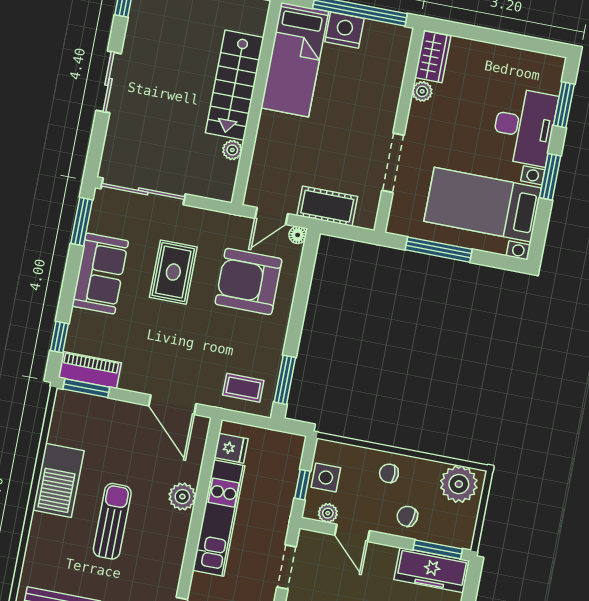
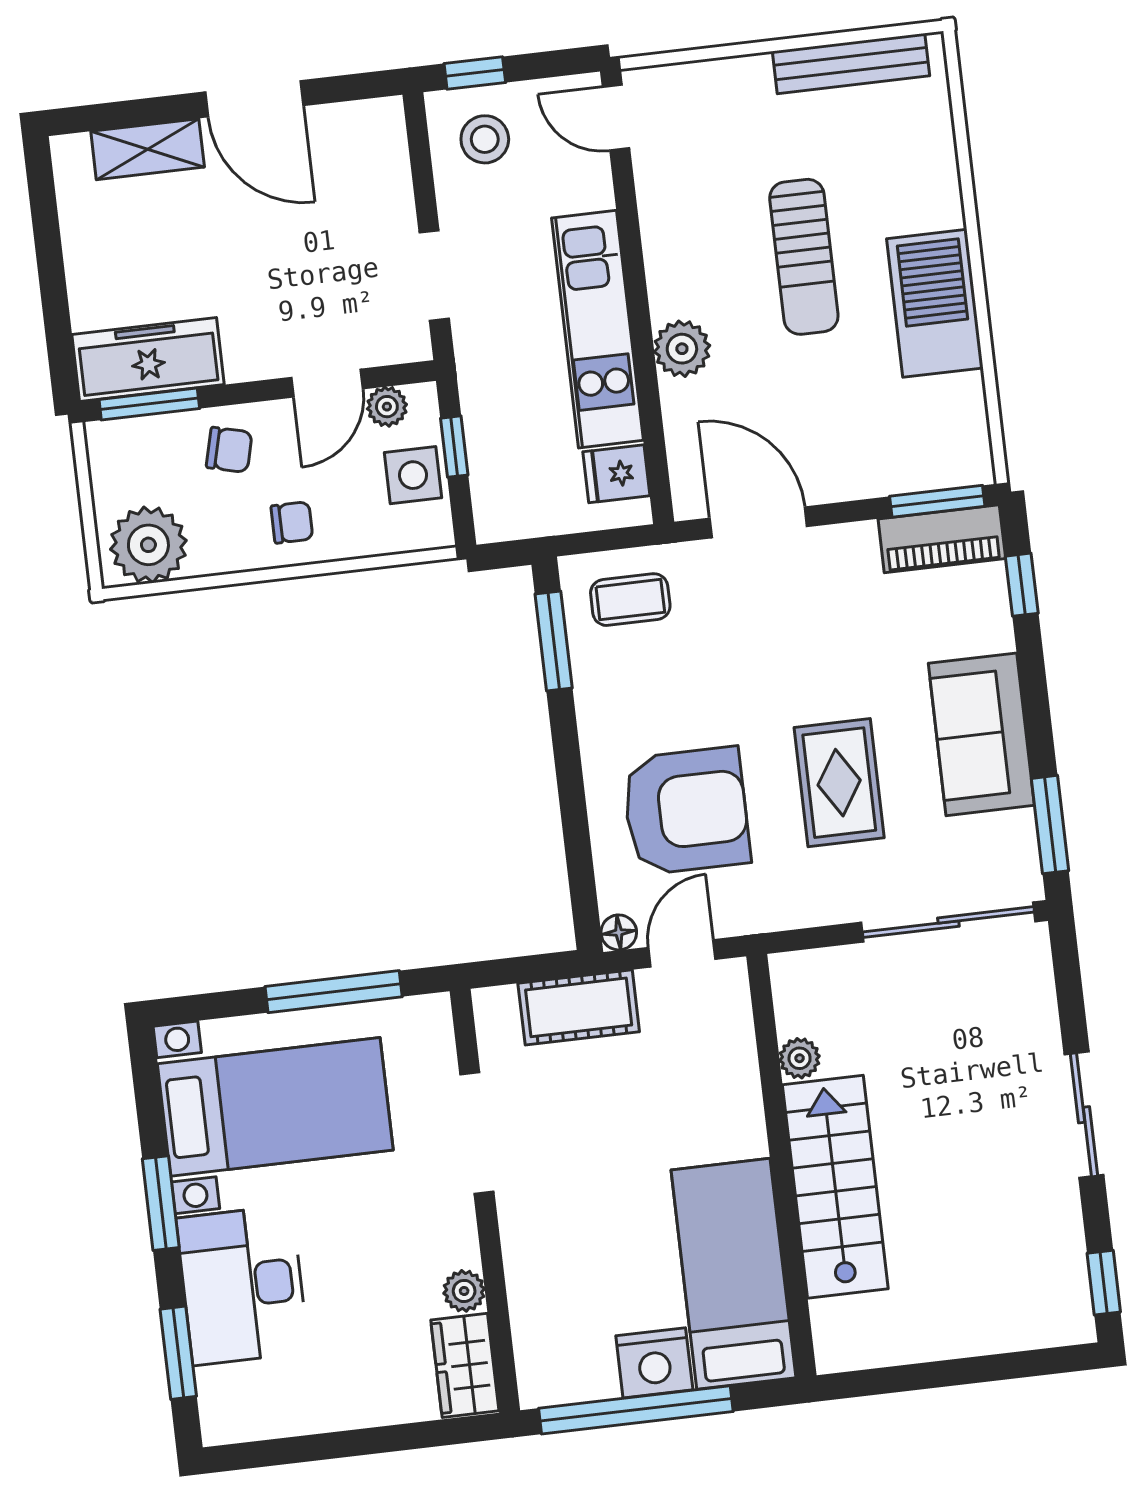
door: (352, 533) -> (327, 383), swing flipped

